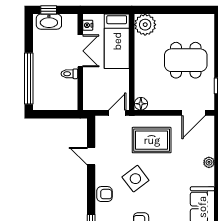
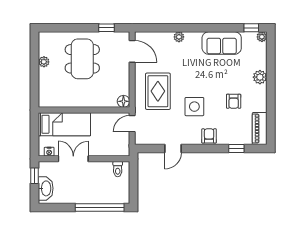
window: (49, 10) -> (35, 176), moved
plant: (145, 25) -> (44, 62), moved, width x0.53, depth x0.53
toilet: (69, 74) -> (118, 169), moved
door: (117, 113) -> (132, 124), hinge flipped
side table: (135, 179) -> (194, 107), turned 37

